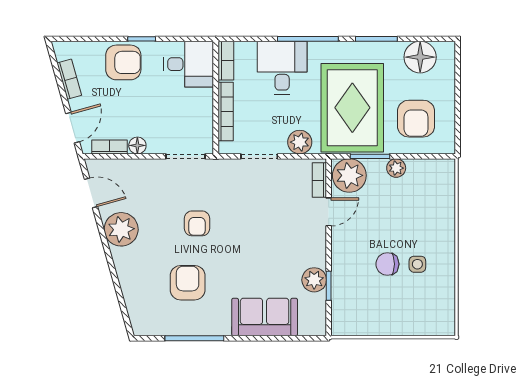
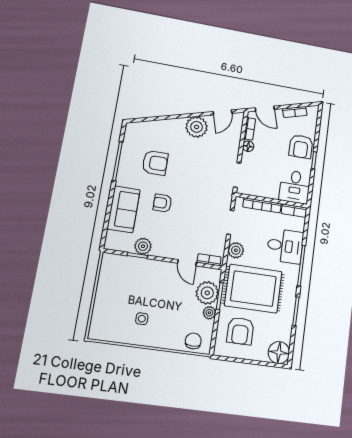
floor lamp: (420, 57) -> (279, 353), moved
armchair: (416, 119) -> (240, 331), turned -90
plant: (349, 175) -> (207, 293), moved
armchair: (197, 223) -> (162, 203), moved
chair: (387, 264) -> (193, 341), moved

